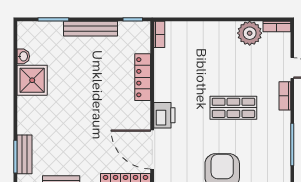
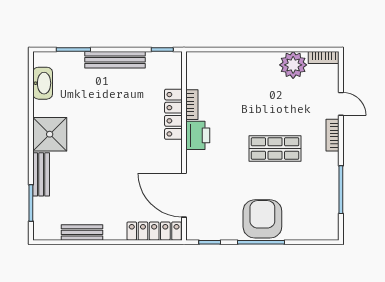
bookcase: (159, 34) -> (192, 105), moved
washbasin: (23, 56) -> (43, 83), width x1.91, depth x1.45
shower: (32, 80) -> (50, 134), moved
printer: (164, 115) -> (198, 135), moved
bench: (25, 154) -> (41, 174), moved

